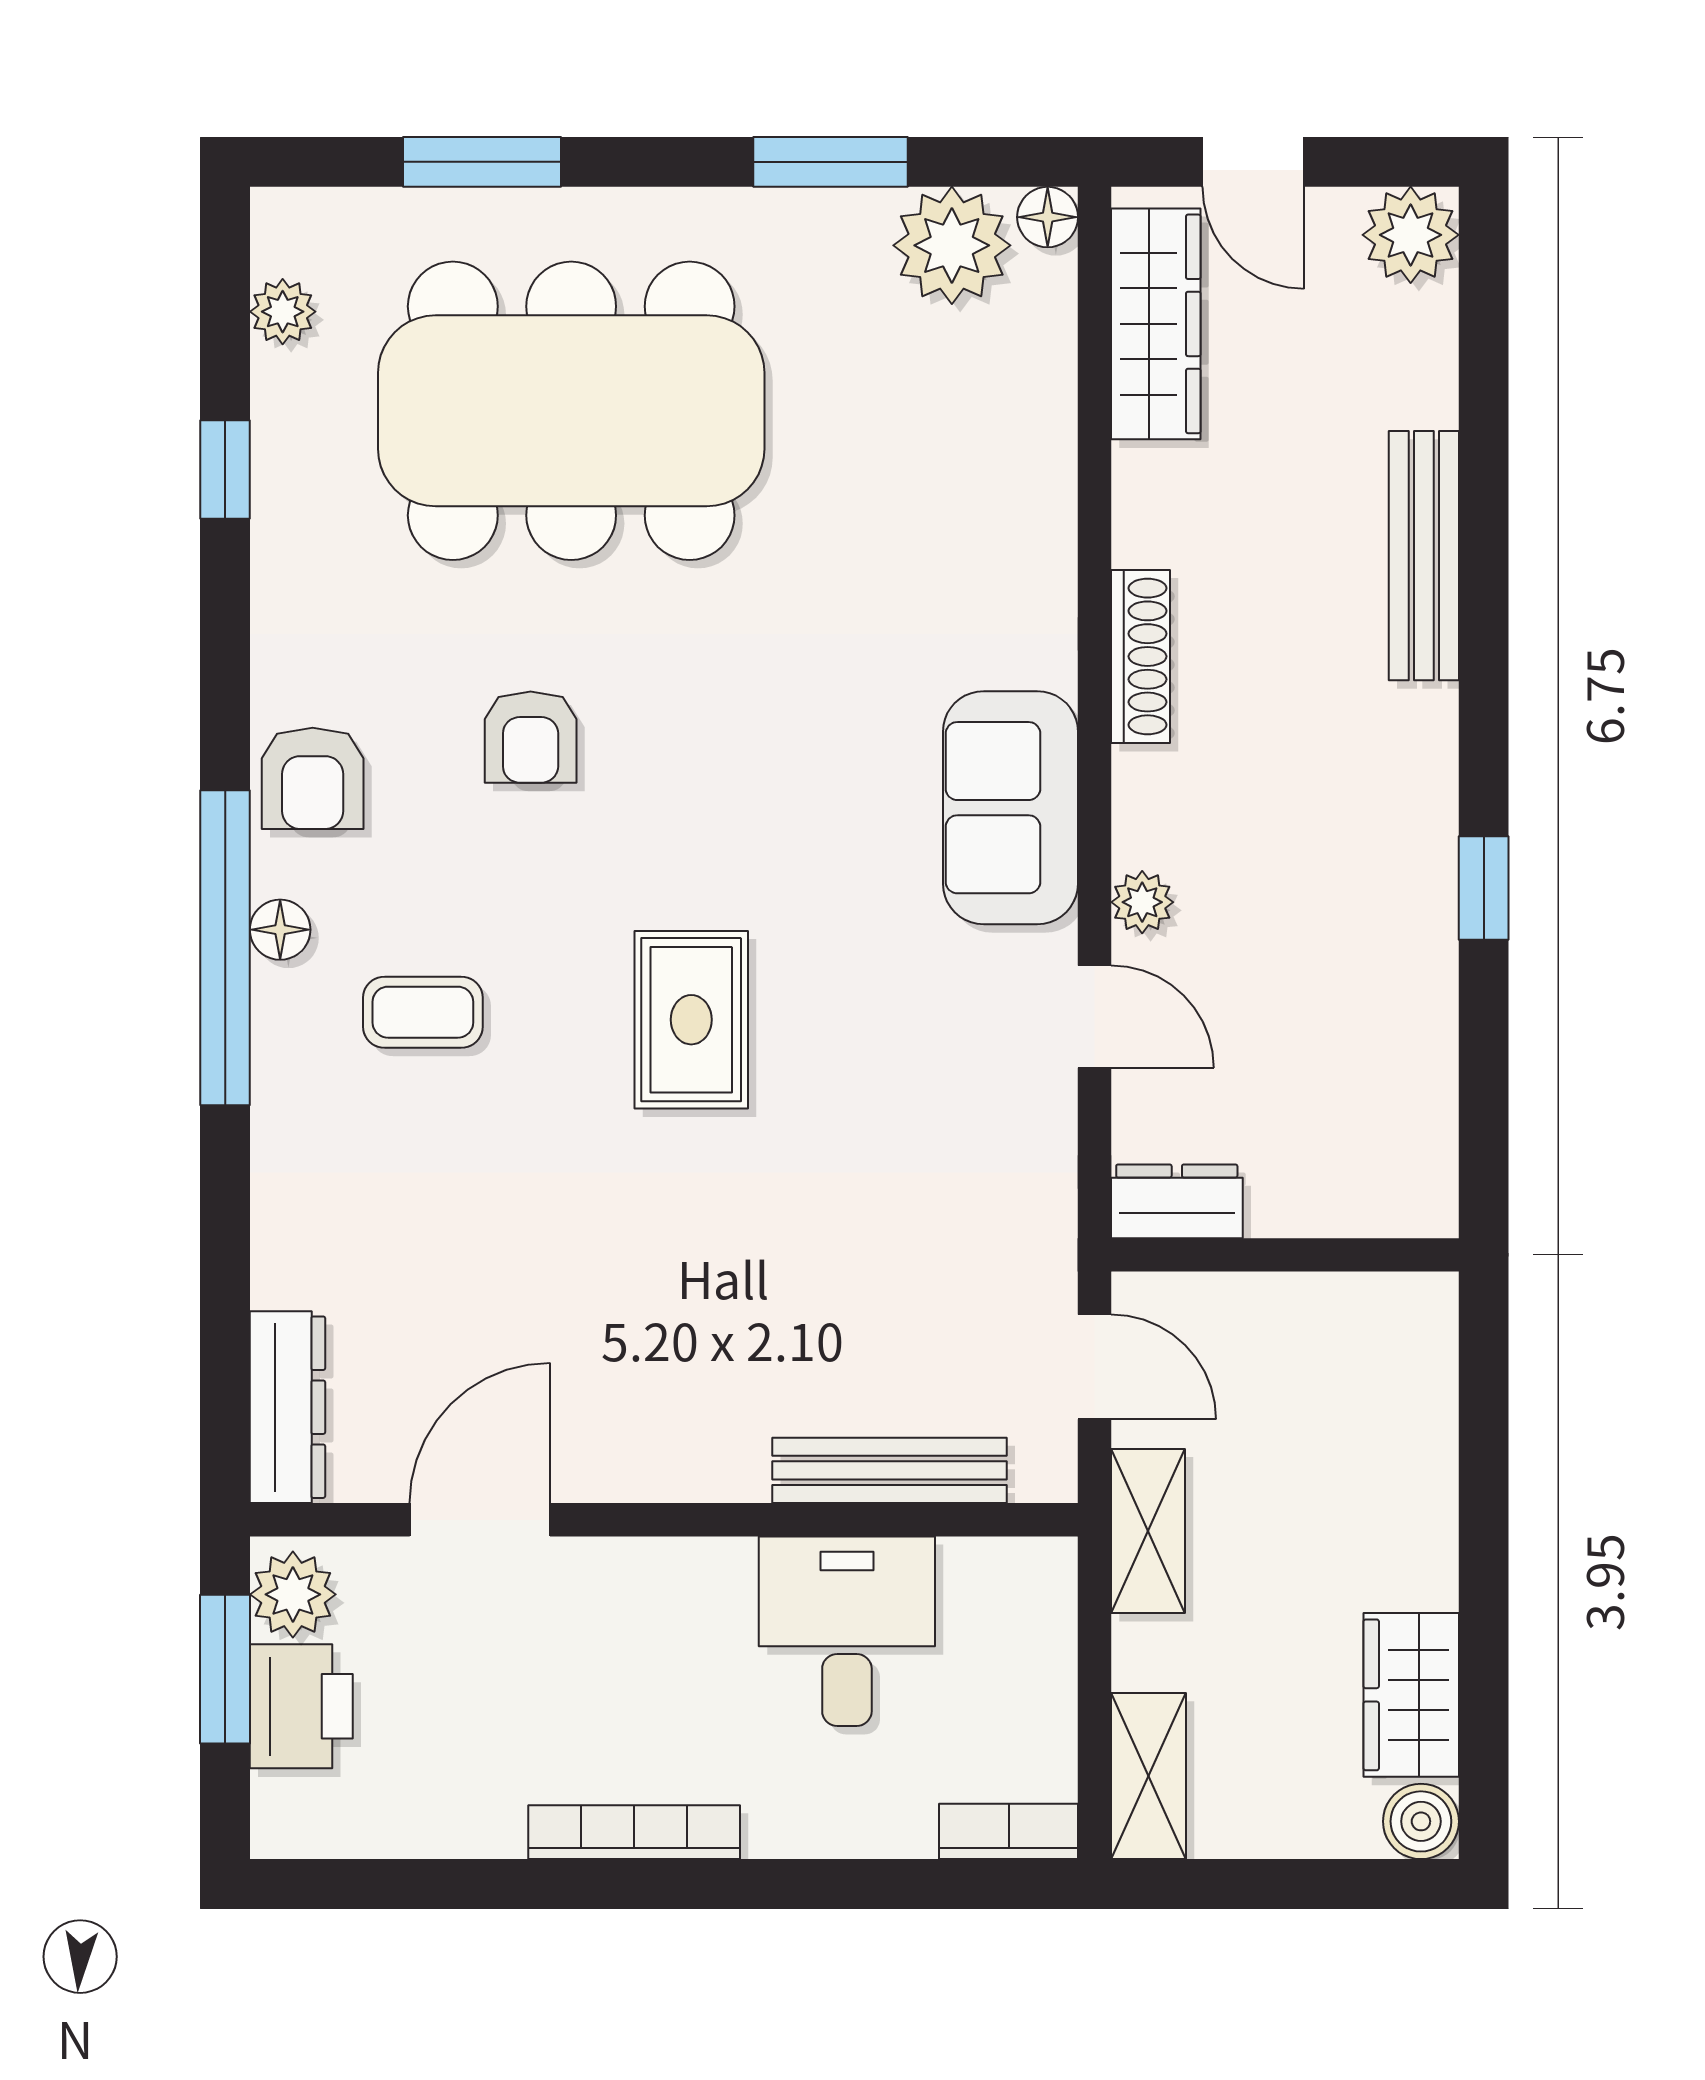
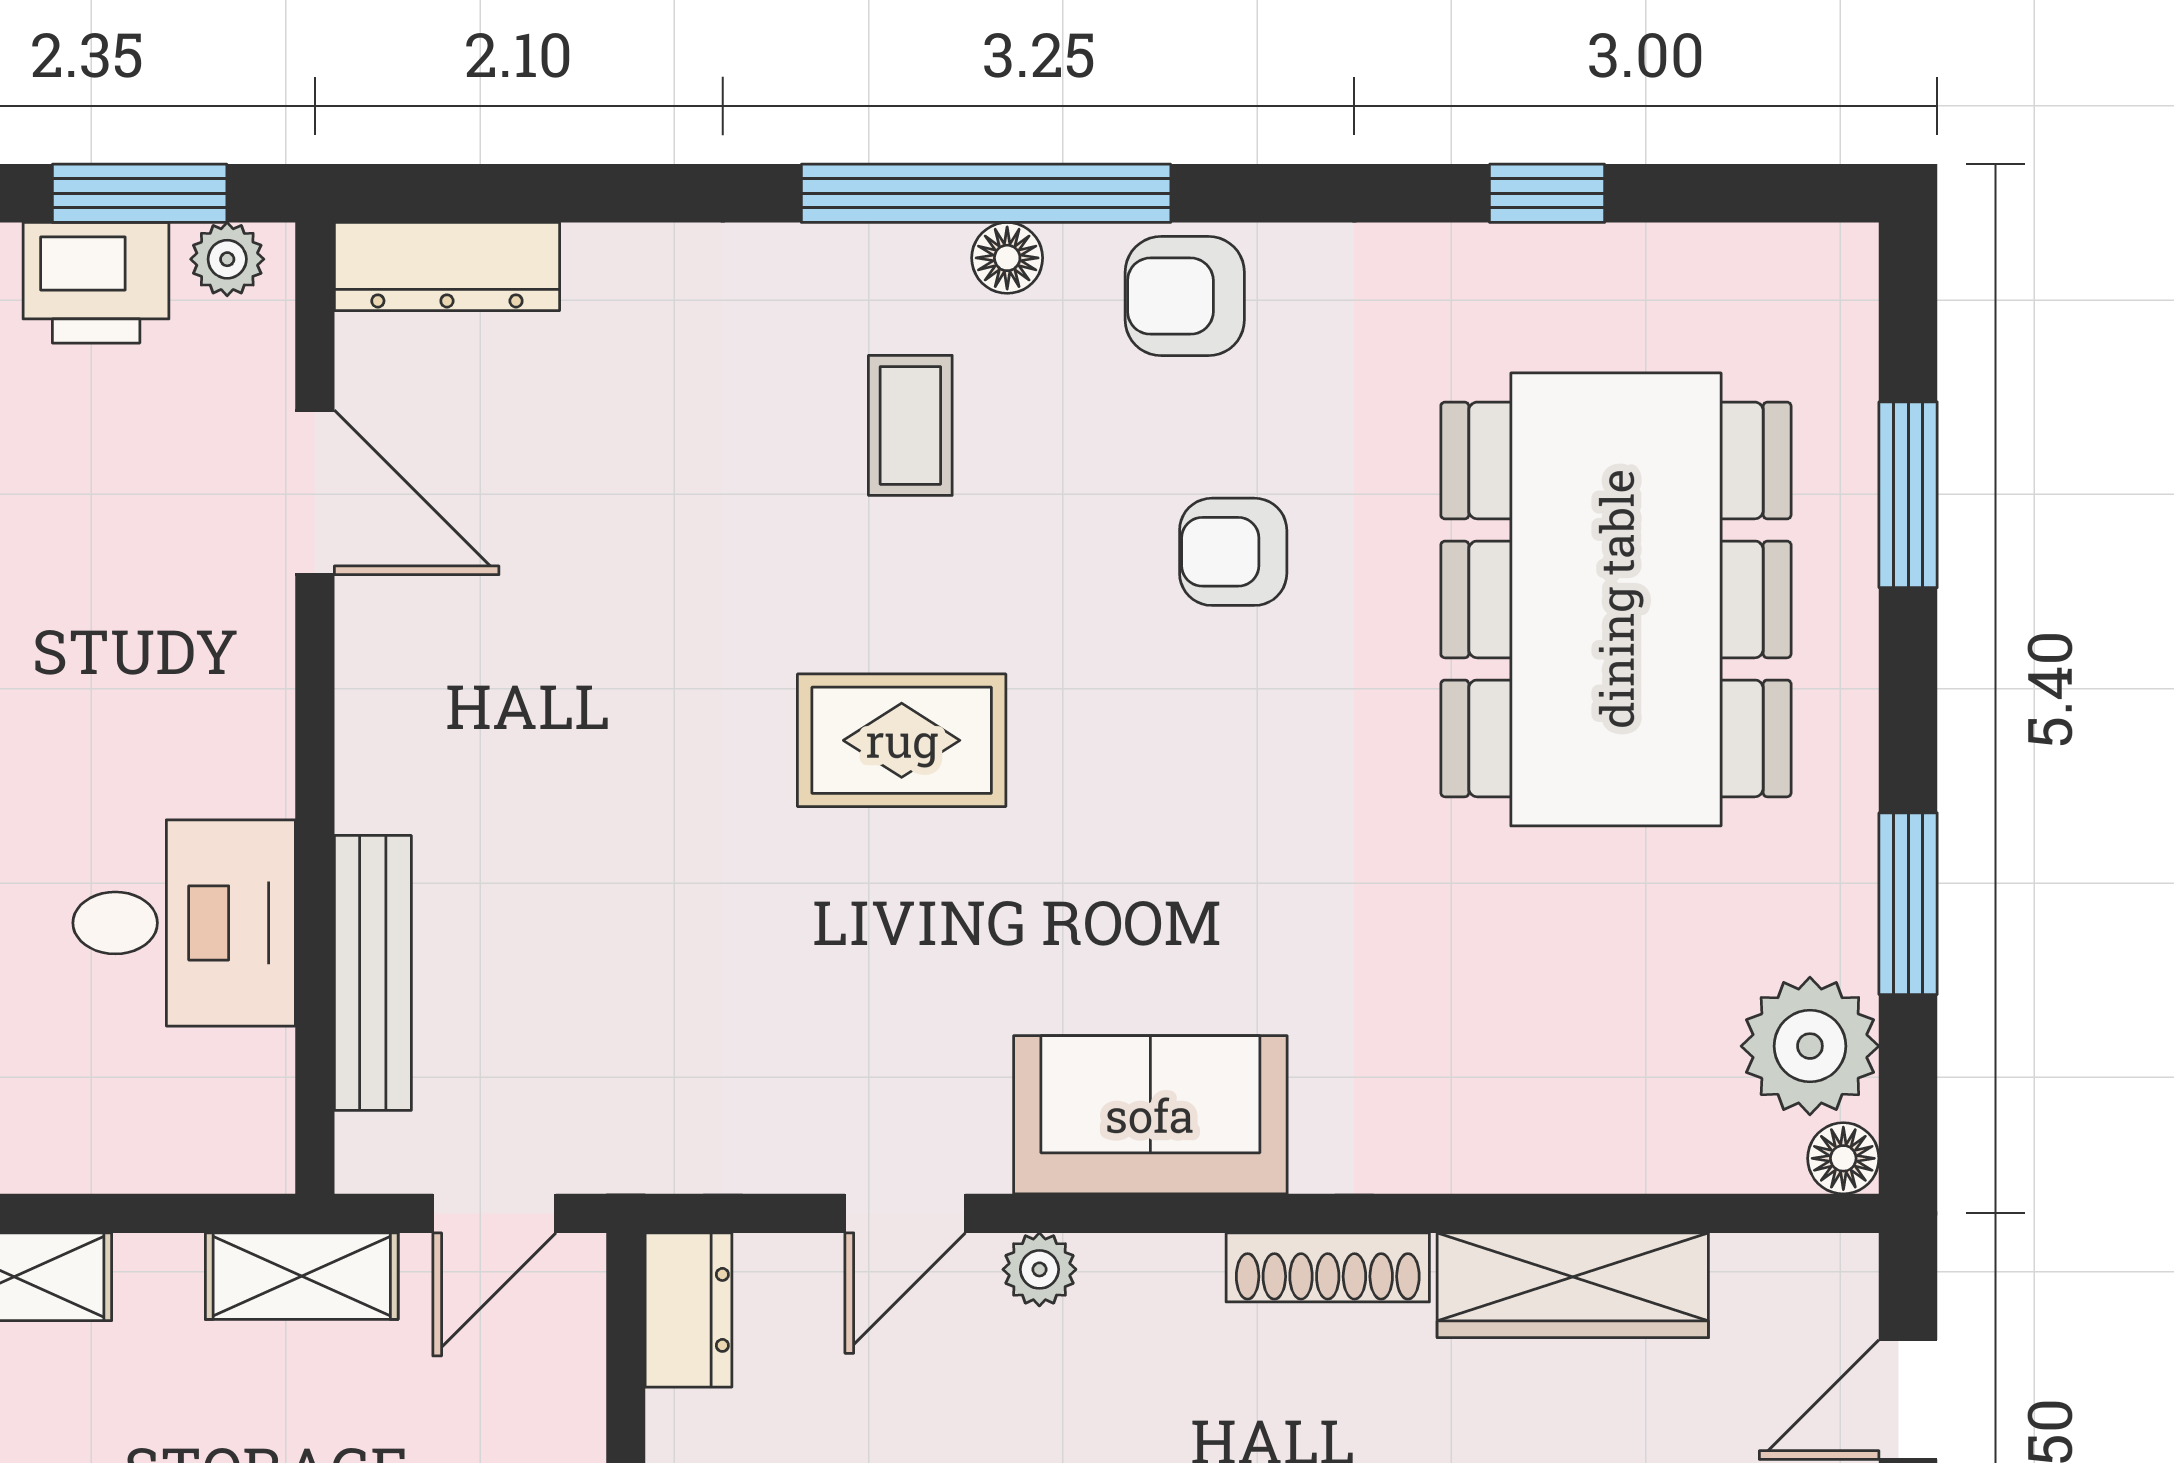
plant: (283, 312) -> (1732, 261), removed
wardrobe: (1156, 324) -> (1573, 1285), moved
plant: (293, 1594) -> (227, 259), width x0.73, depth x0.73

